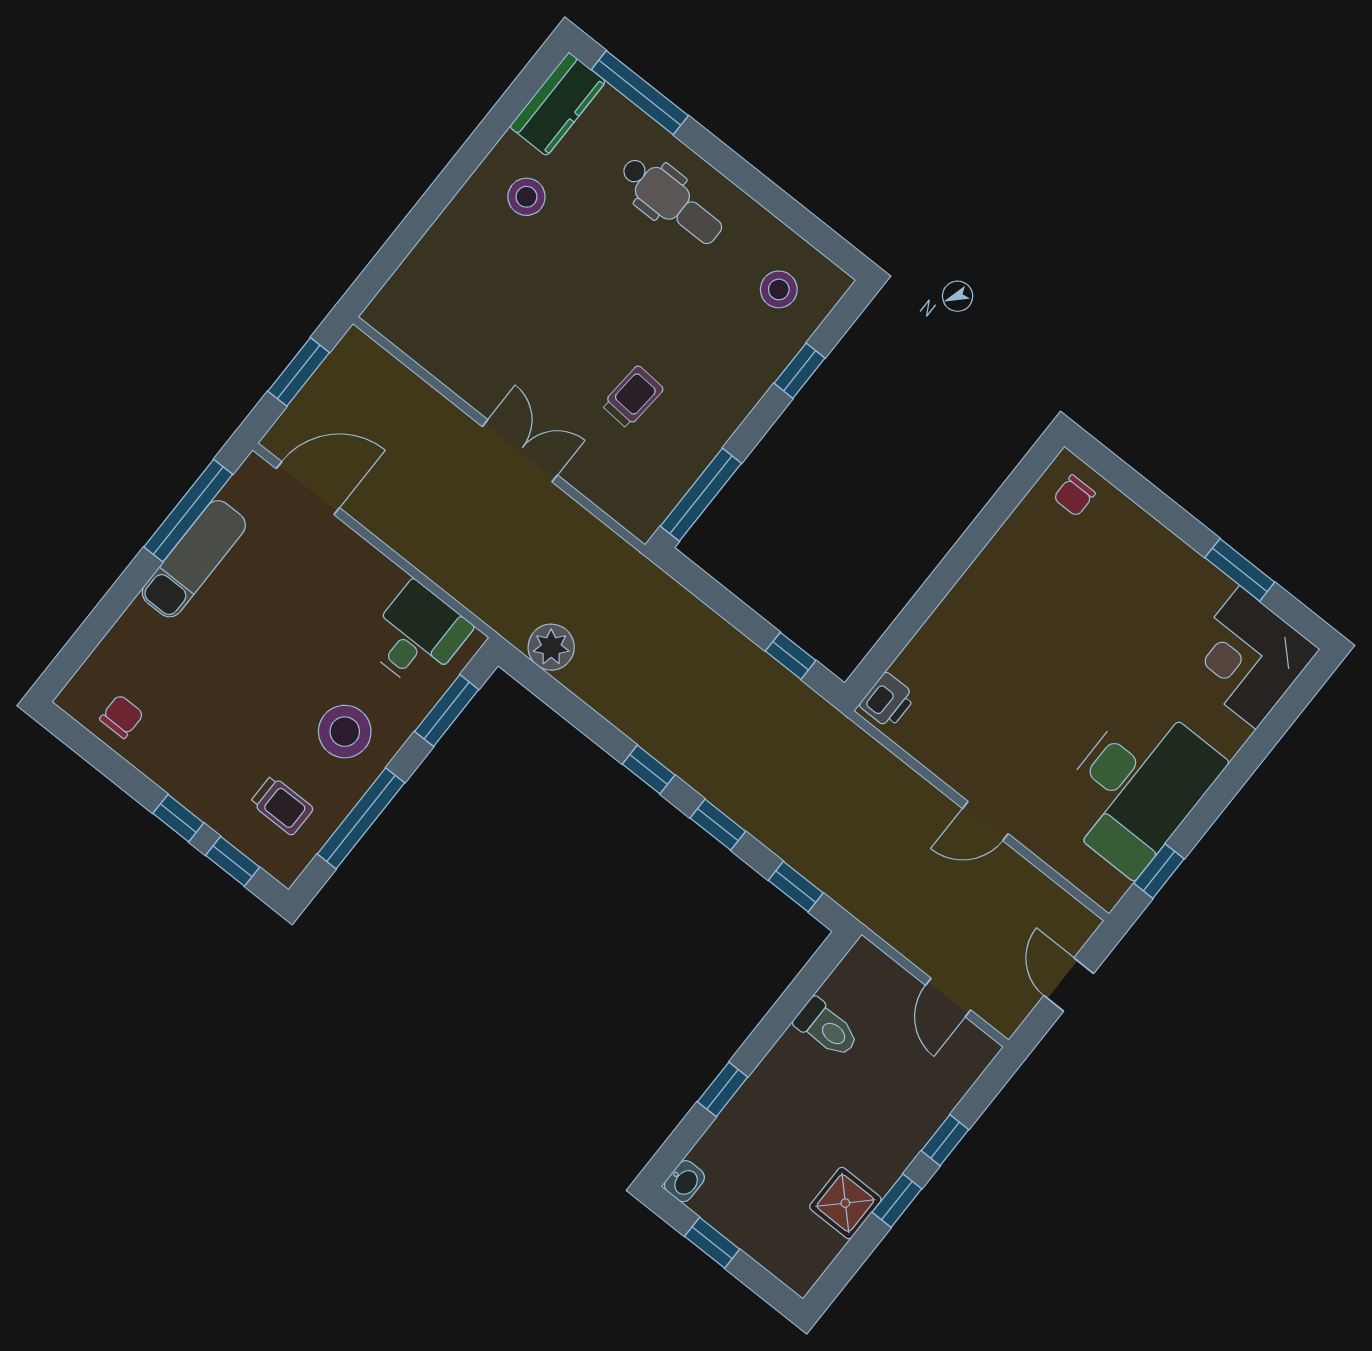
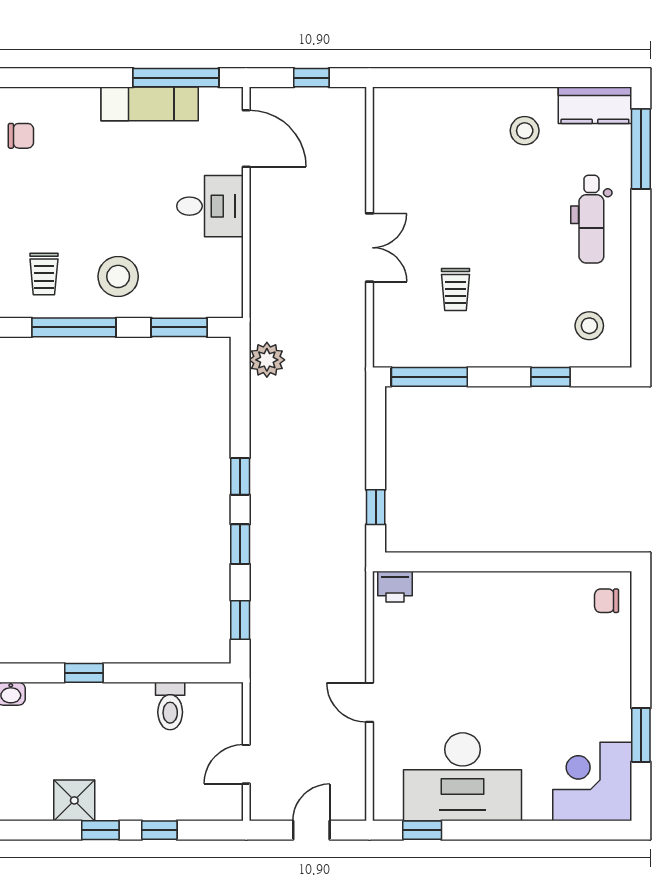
window: (299, 372) -> (311, 78), width x0.67
trolley: (633, 397) -> (455, 289), turned 86
desk: (417, 636) -> (210, 206), moved

